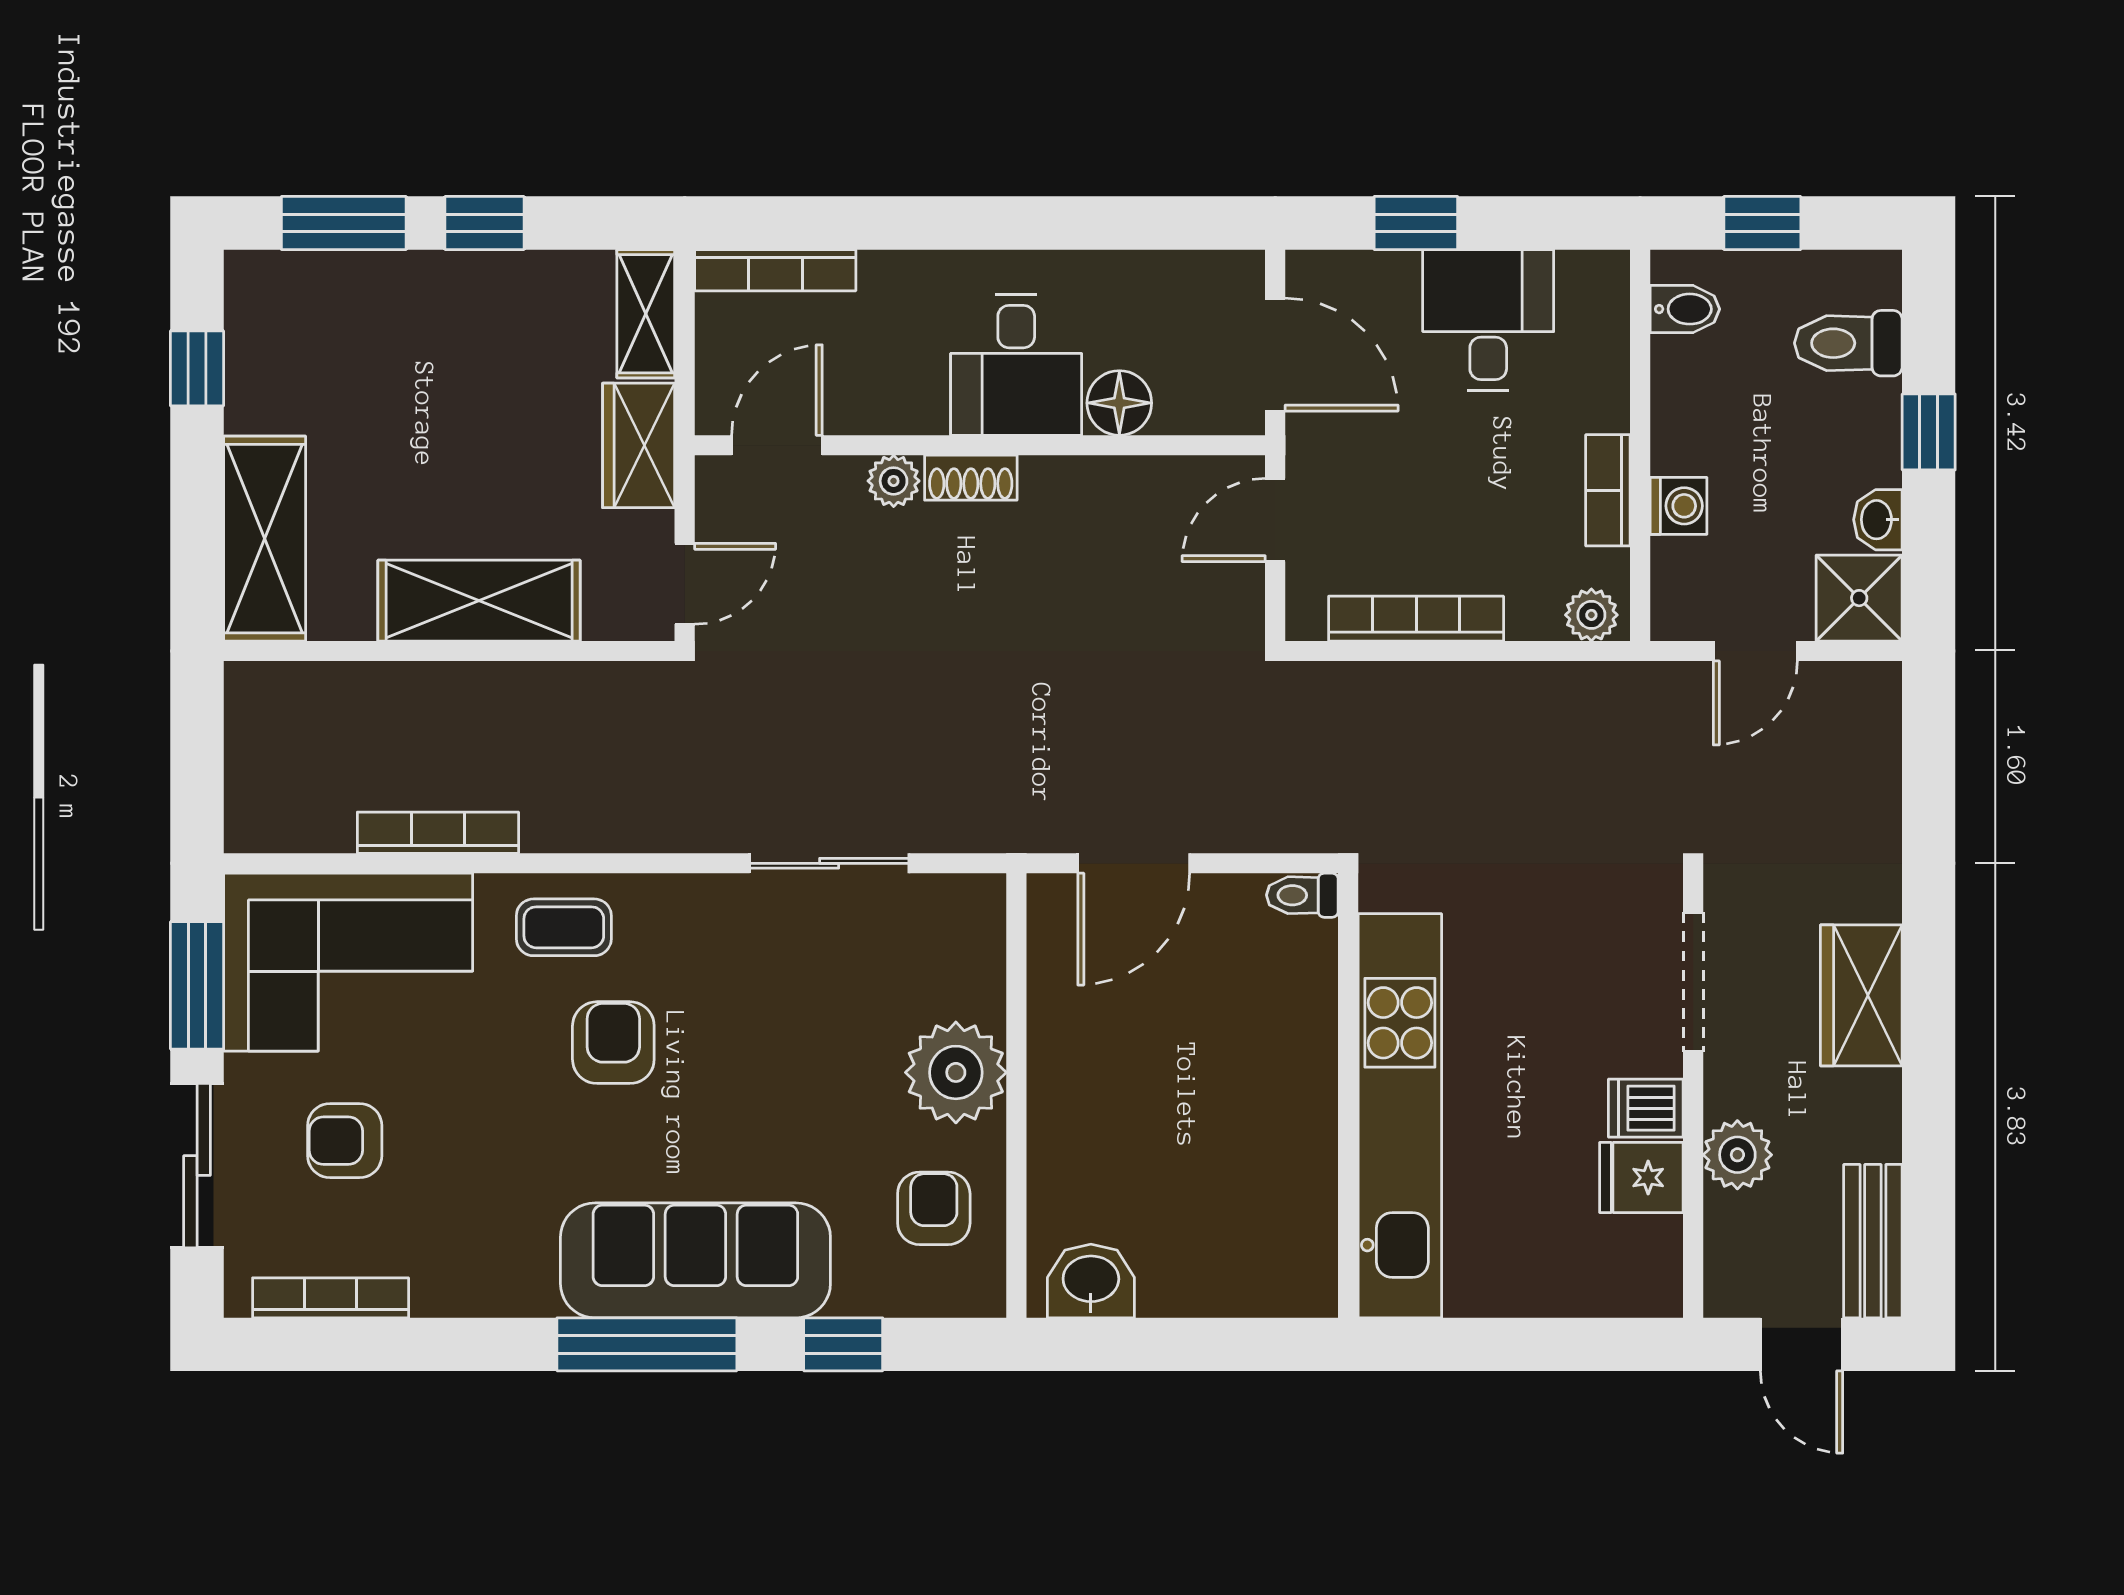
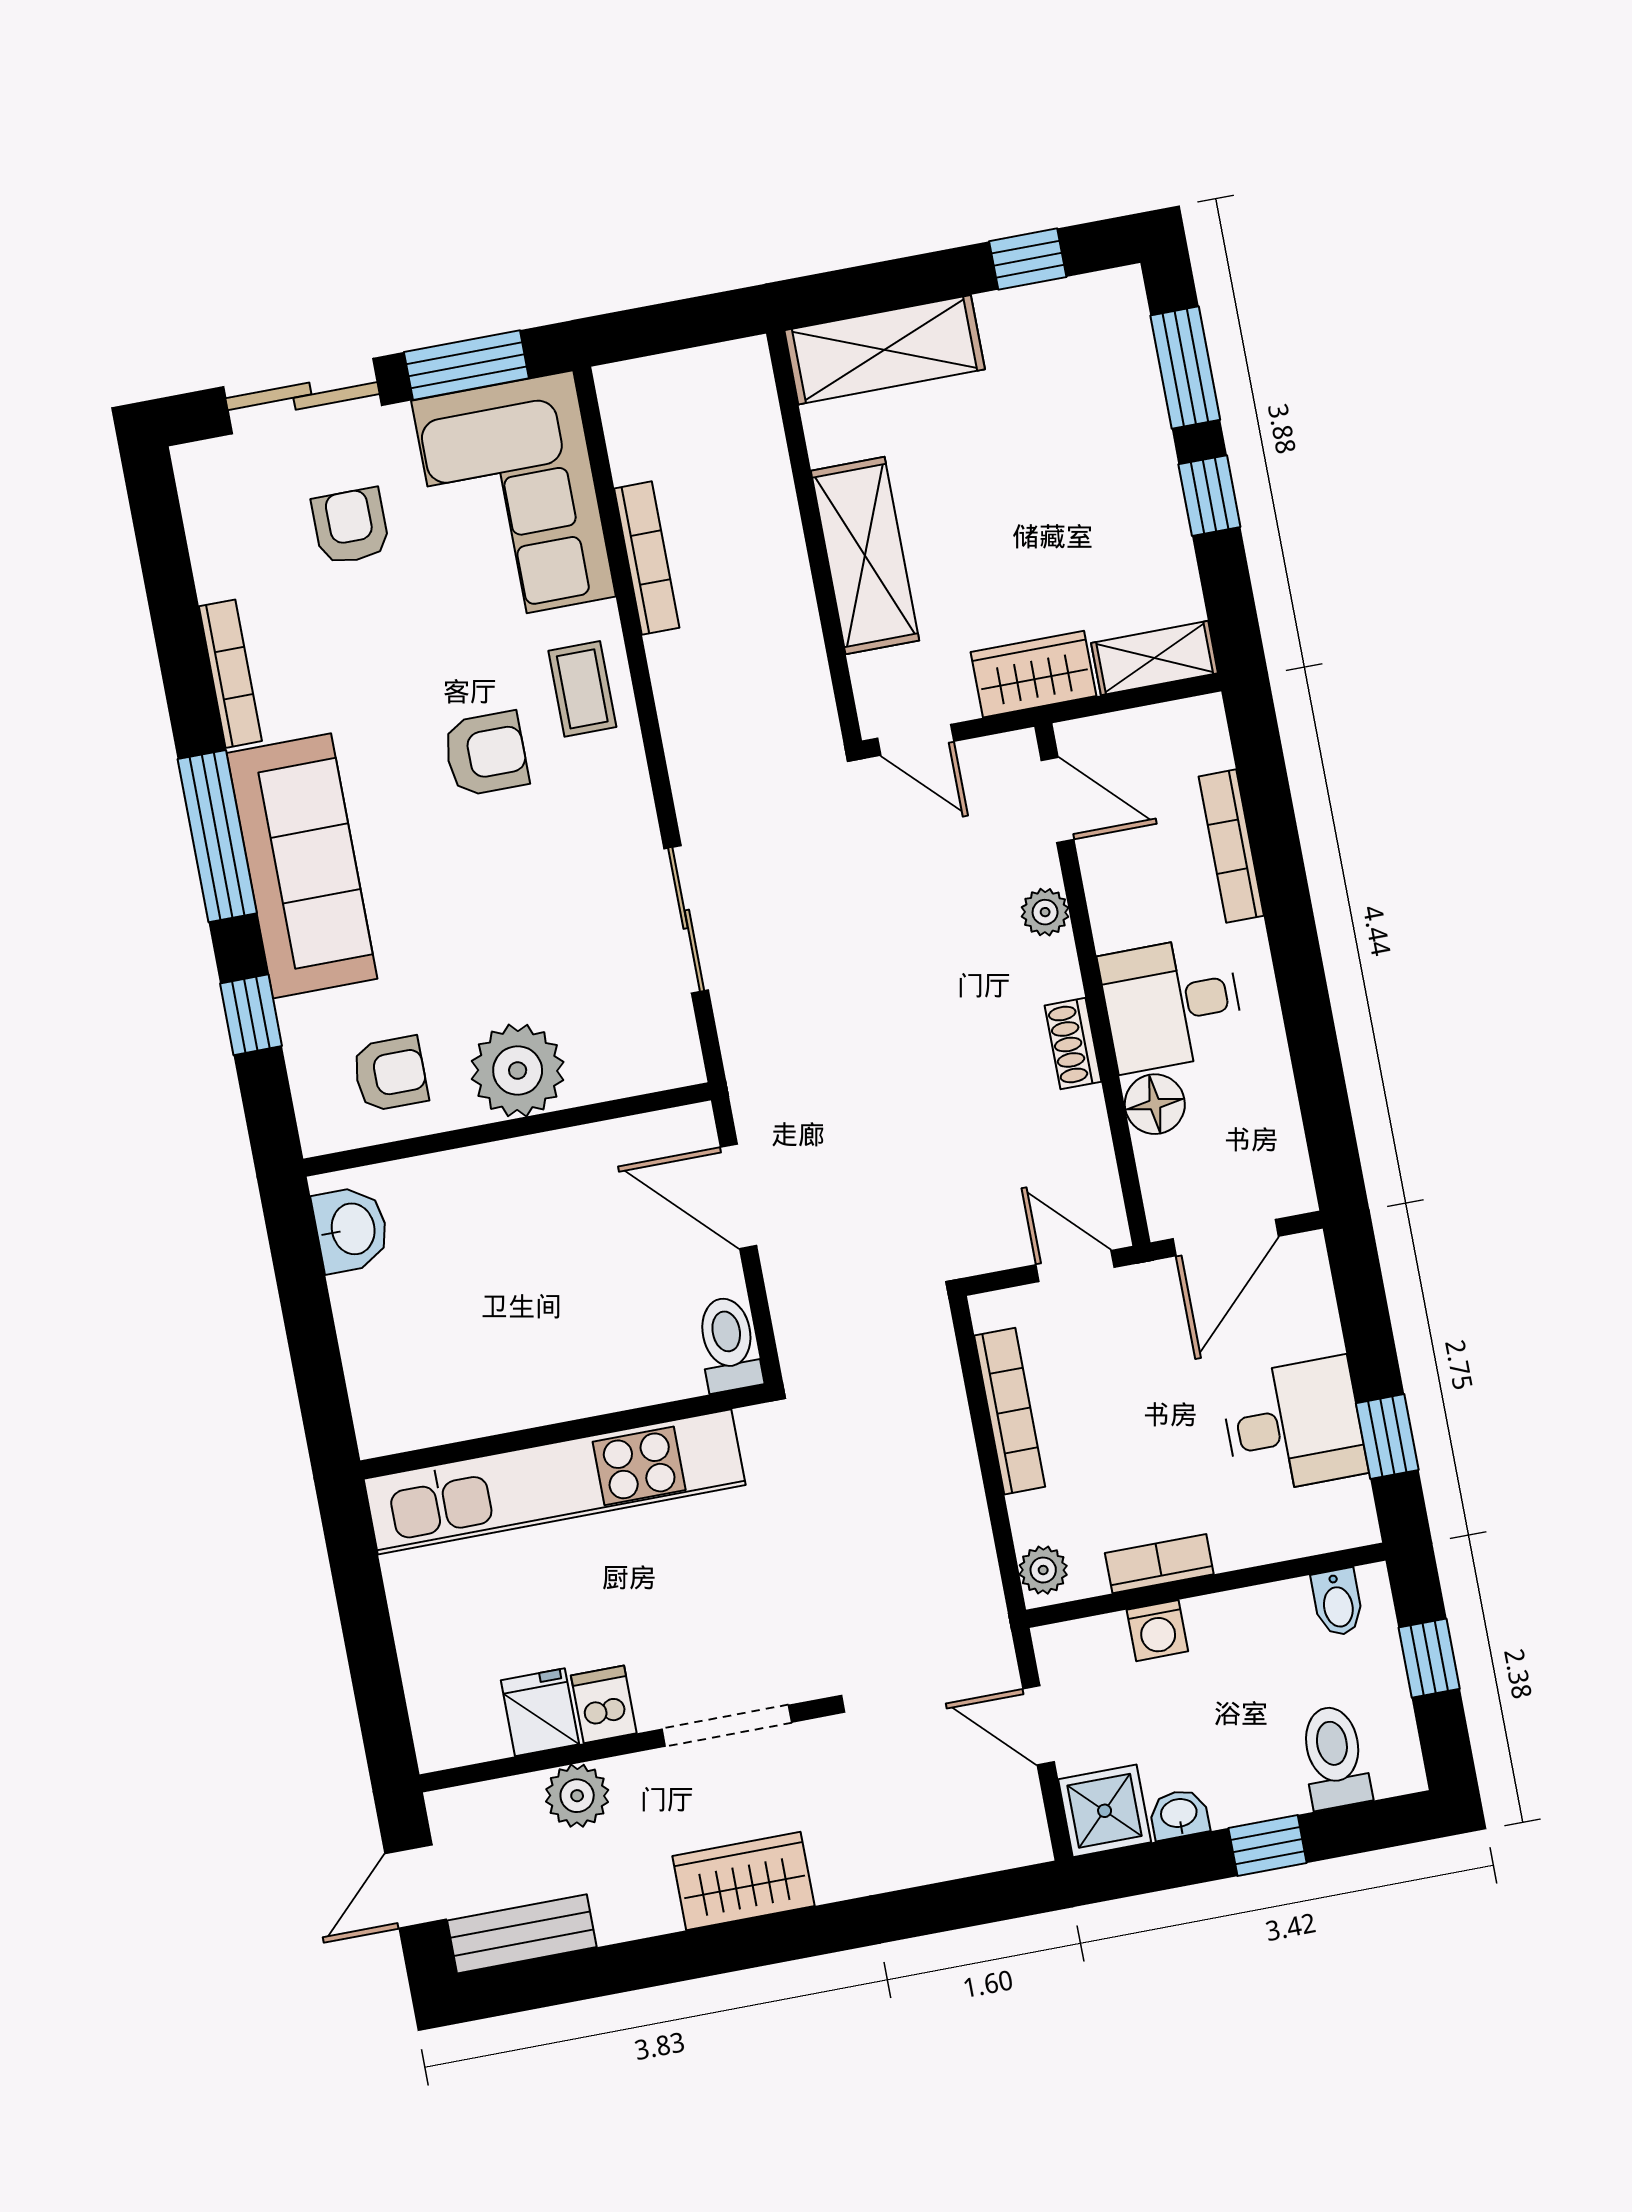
window: (1416, 223) -> (1387, 1437), moved
bookcase: (775, 270) -> (1231, 846), moved
shoe rack: (971, 478) -> (1073, 1044), moved
toilet: (1302, 895) -> (729, 1344), width x1.37, depth x1.39
bookcase: (331, 1298) -> (230, 674), moved

